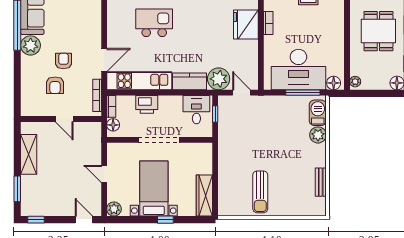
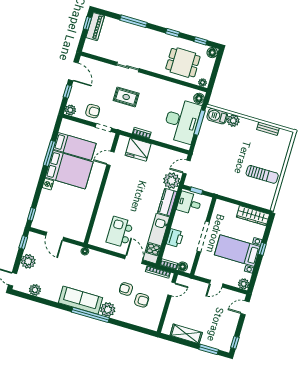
kitchen island: (154, 23) -> (120, 232), moved
dining table: (378, 31) -> (183, 63), moved
door: (64, 119) -> (172, 289), moved

